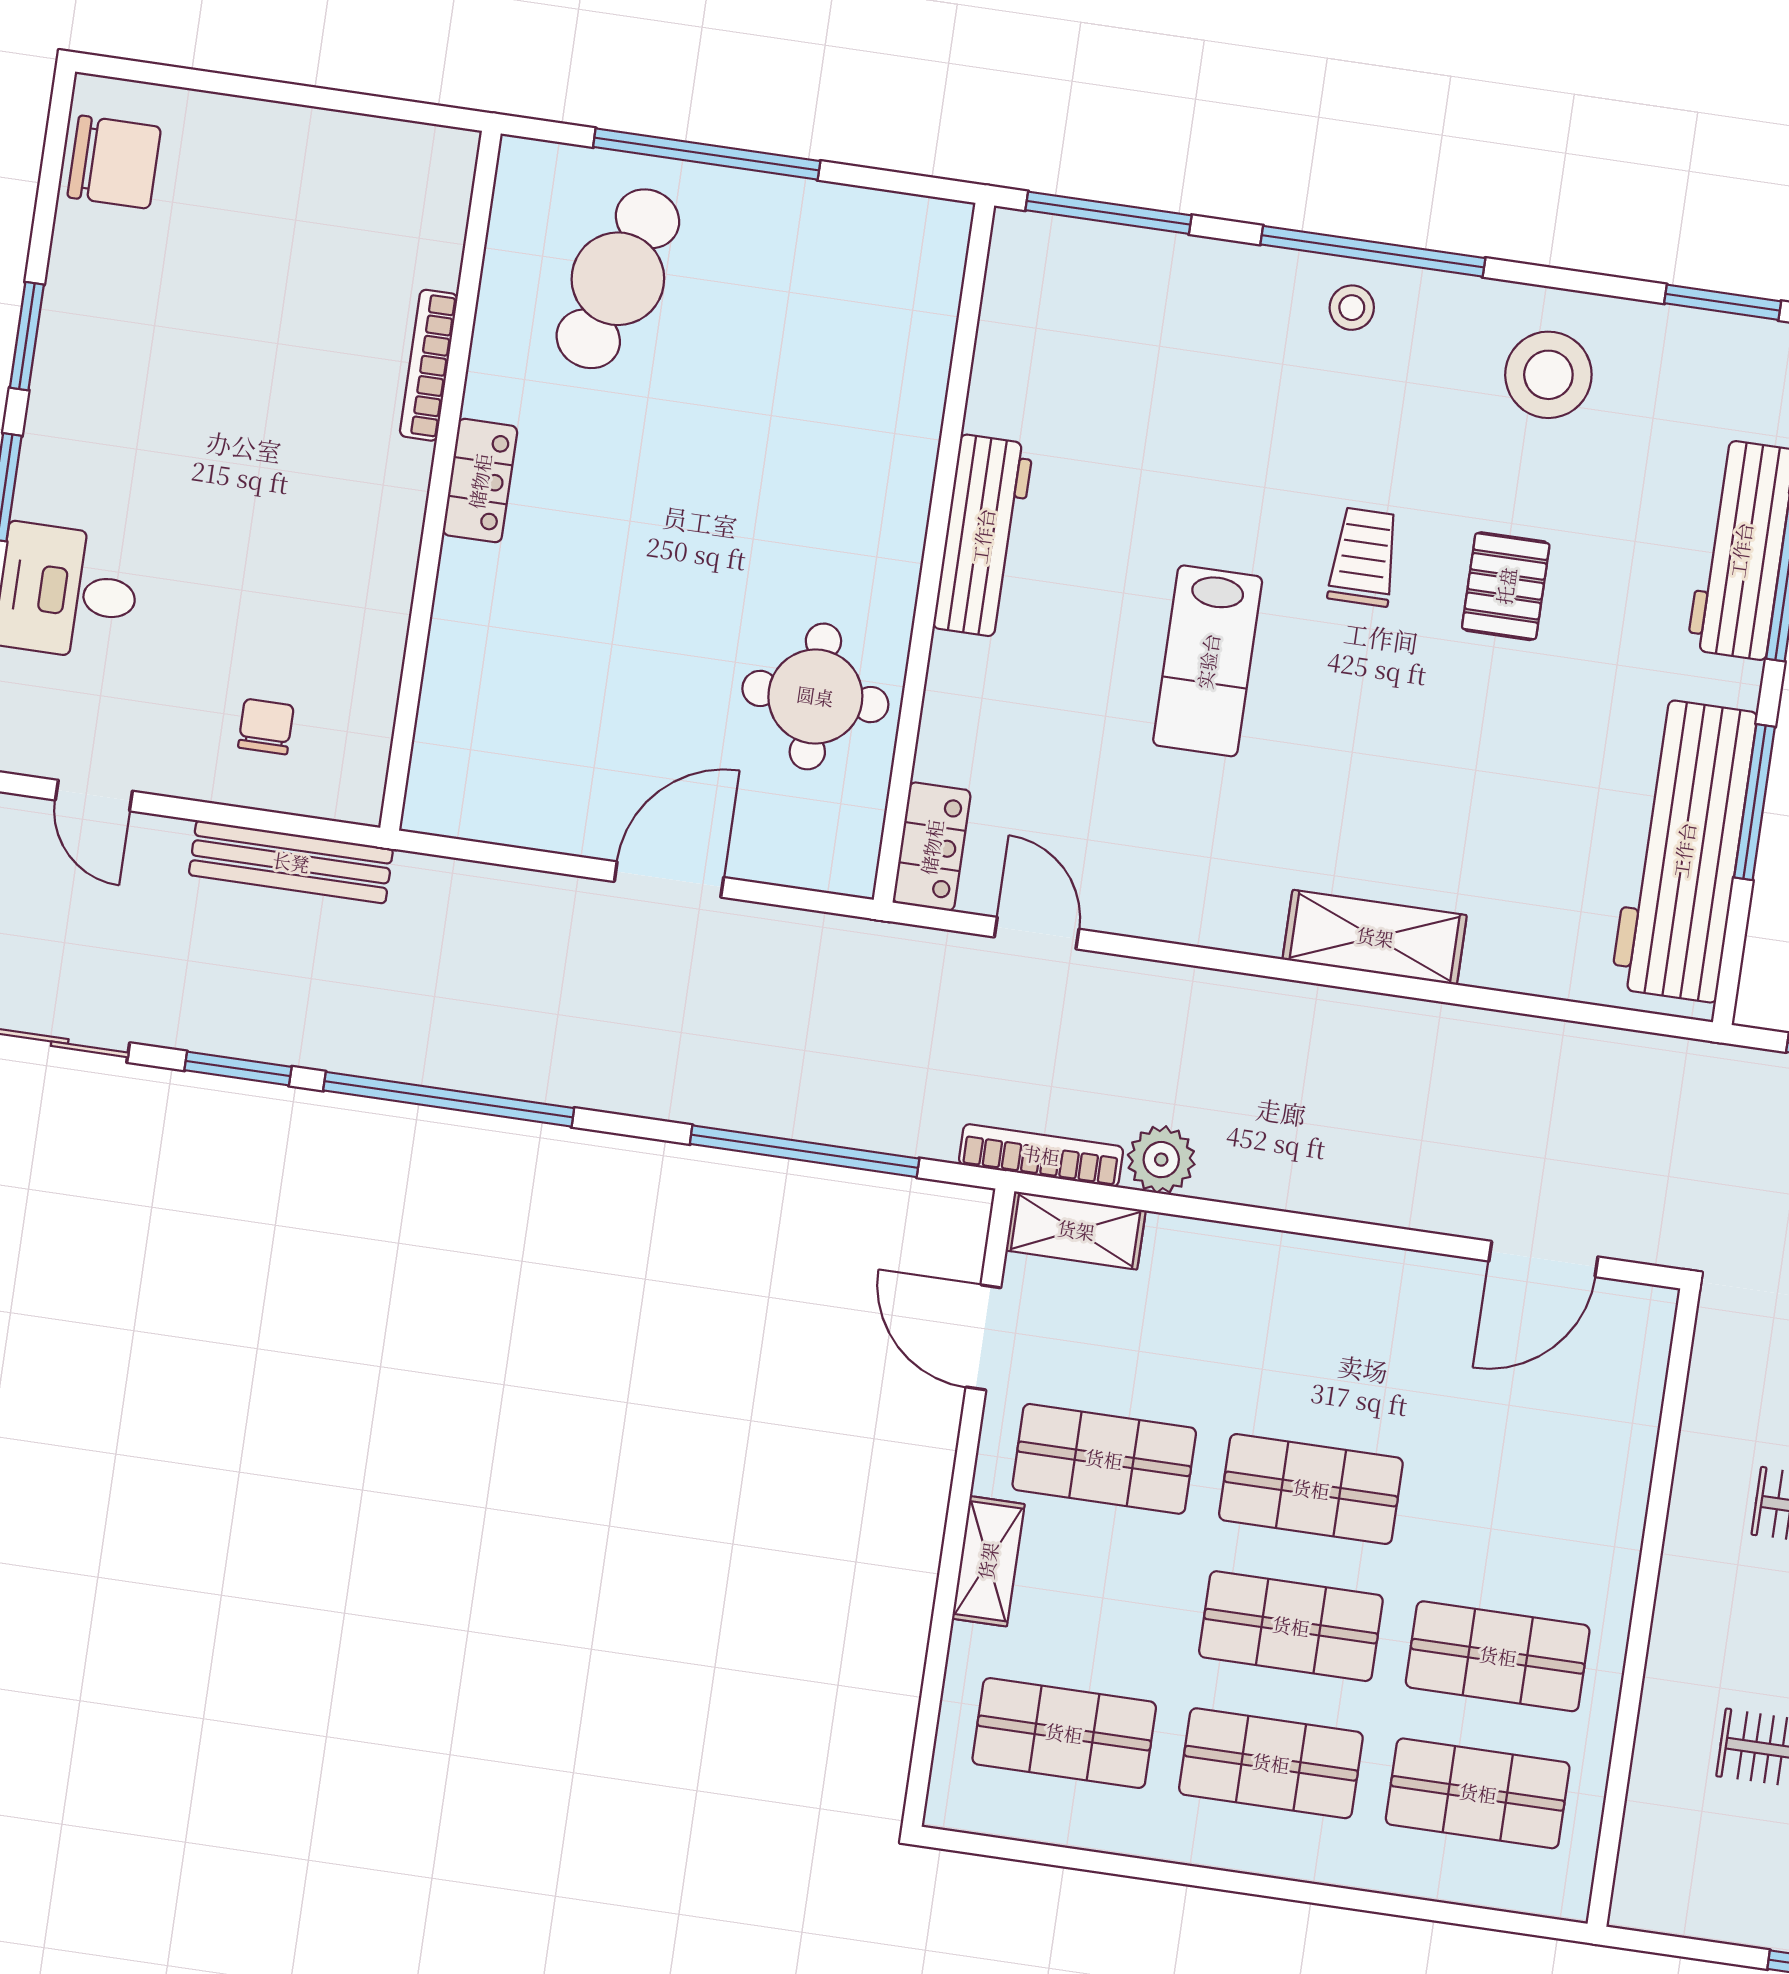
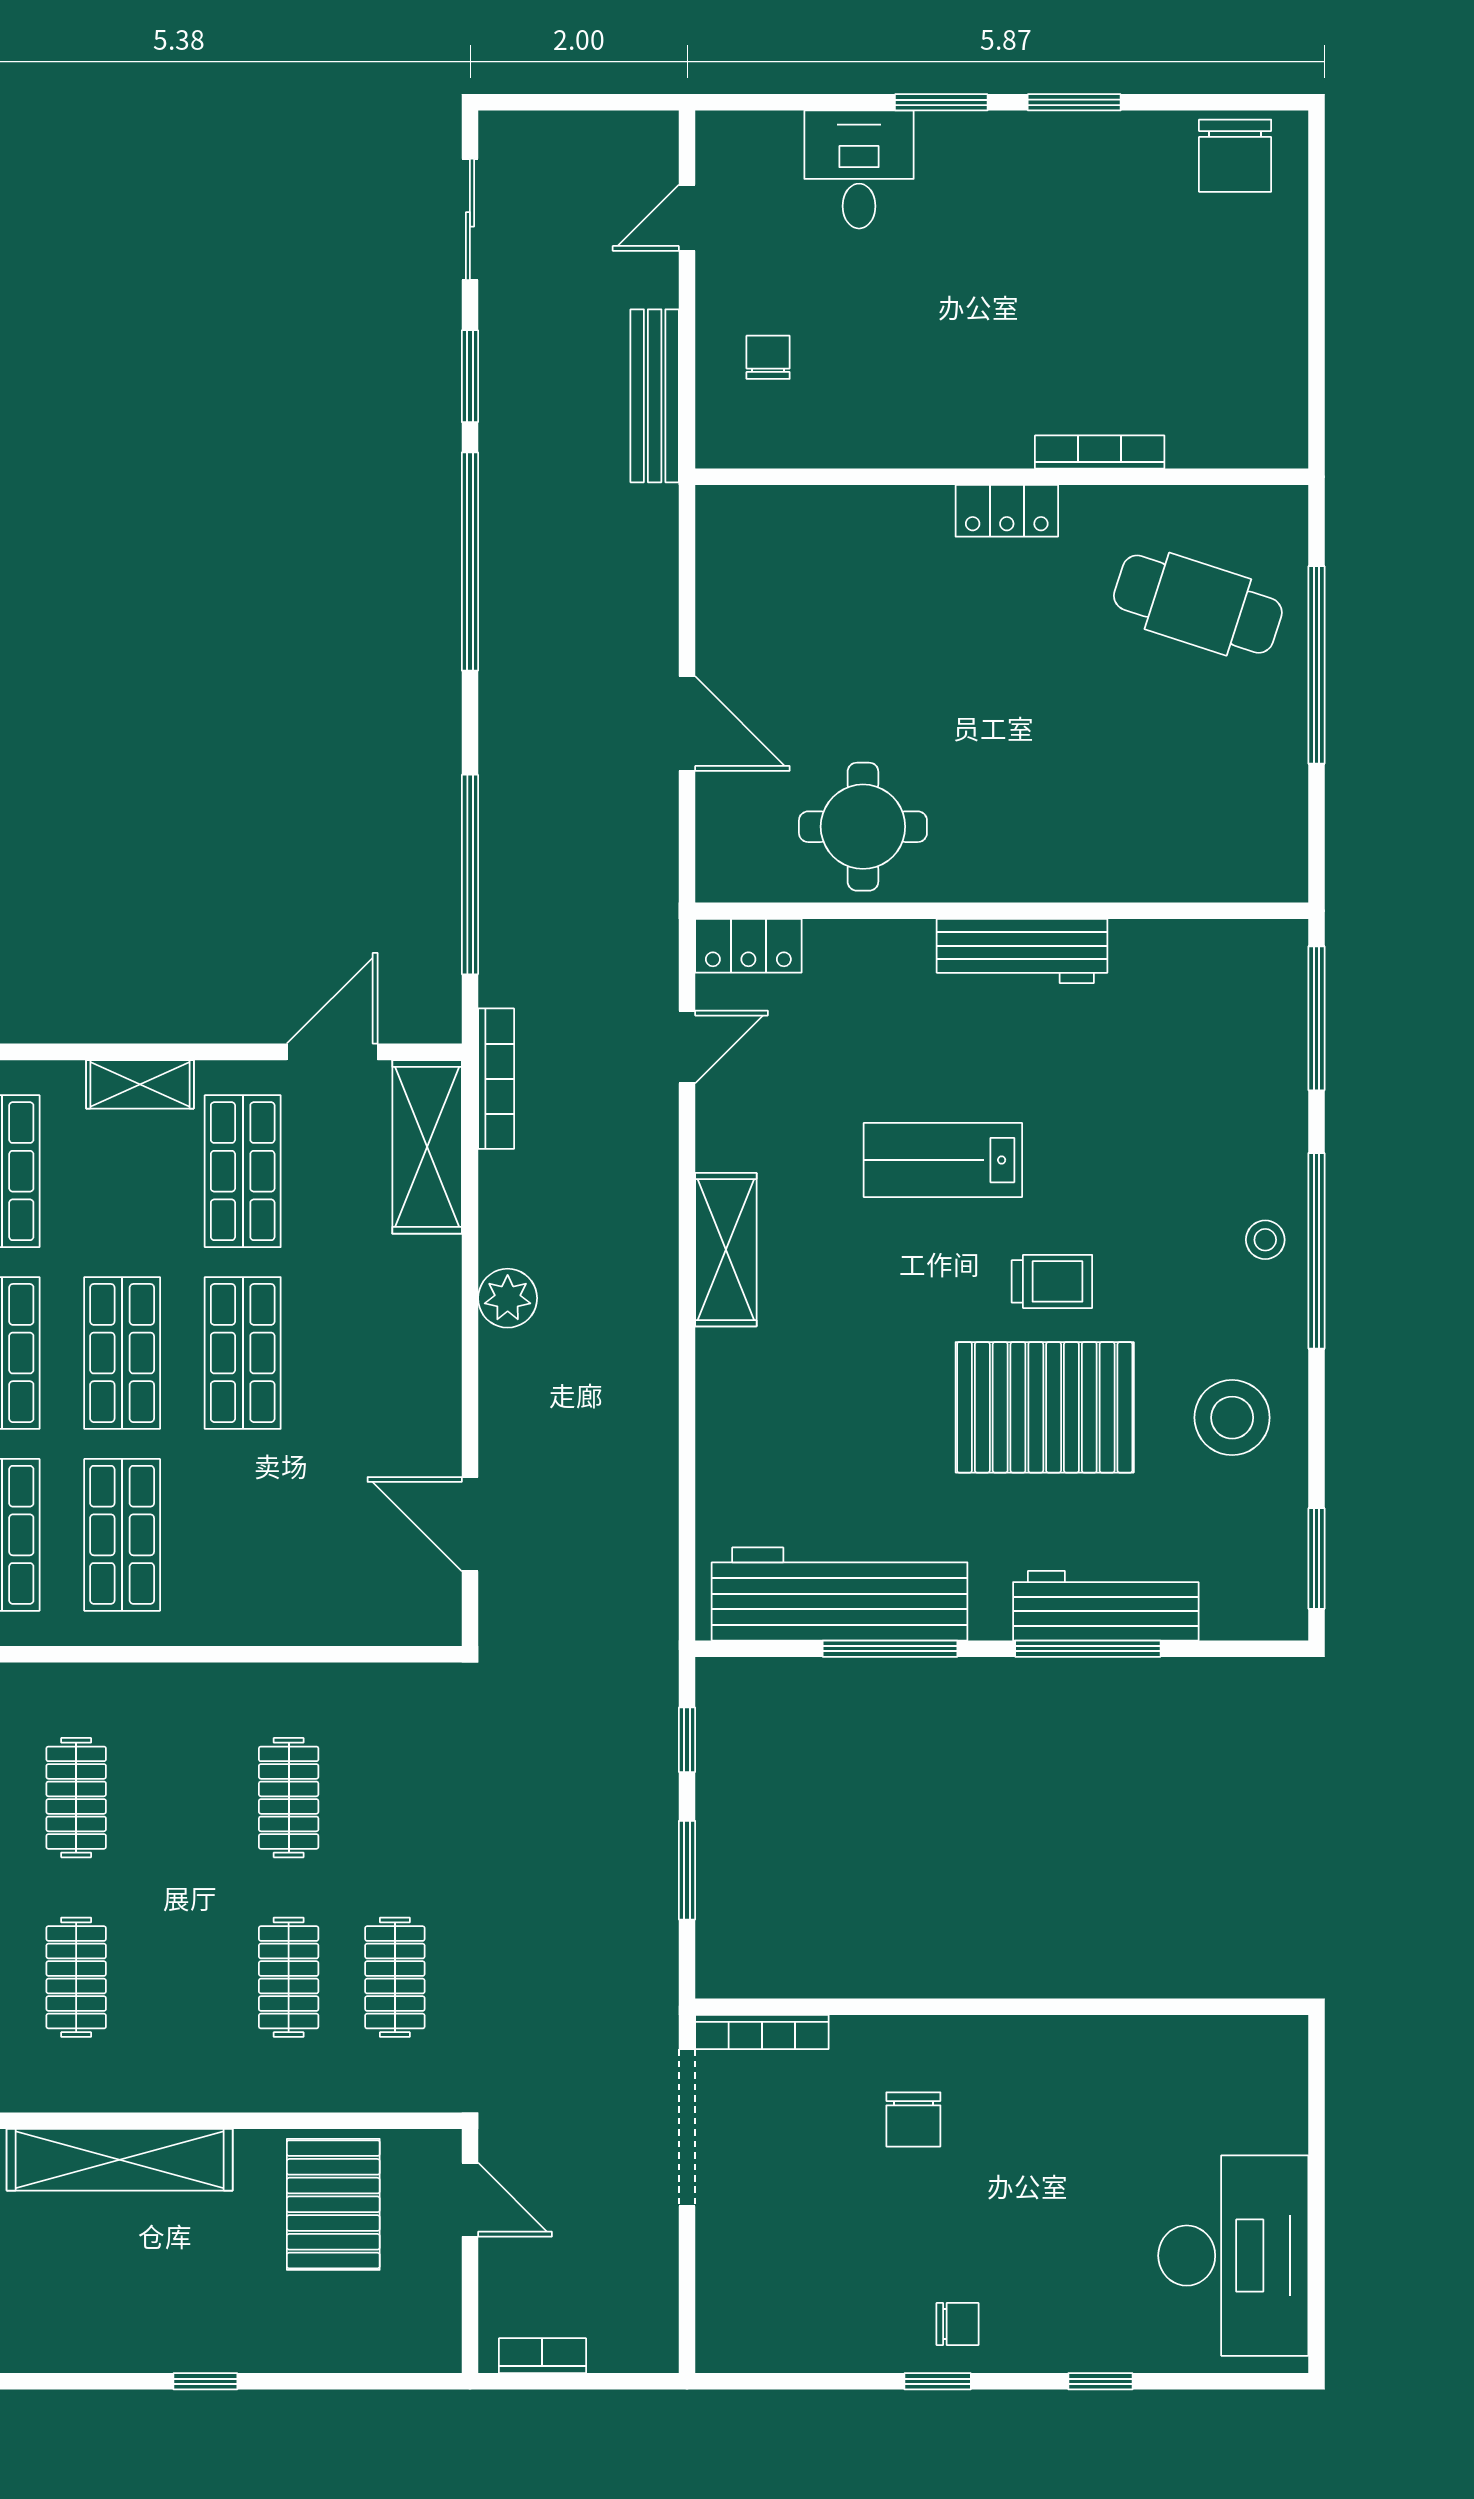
pallet: (1506, 586) -> (1045, 1407), width x2.05, depth x2.00
chair: (266, 727) -> (768, 357), turned -90
shelving: (1375, 937) -> (726, 1250), moved
plant: (1161, 1160) -> (508, 1298), moved
shelving: (1076, 1230) -> (427, 1147), width x1.50, depth x1.33

